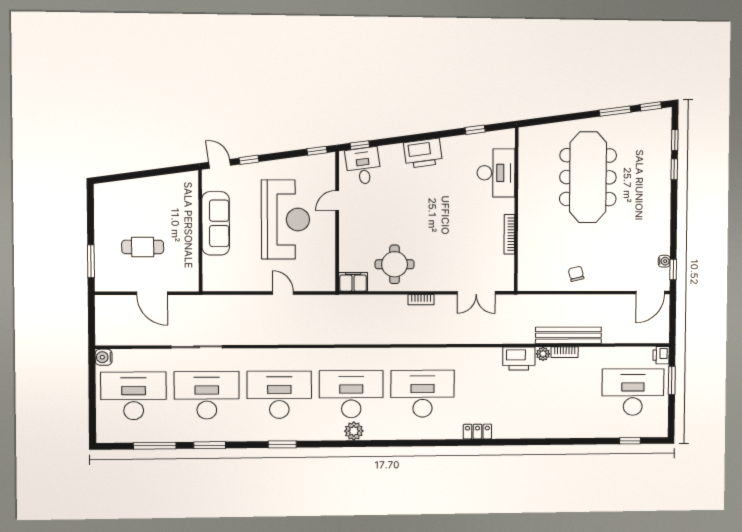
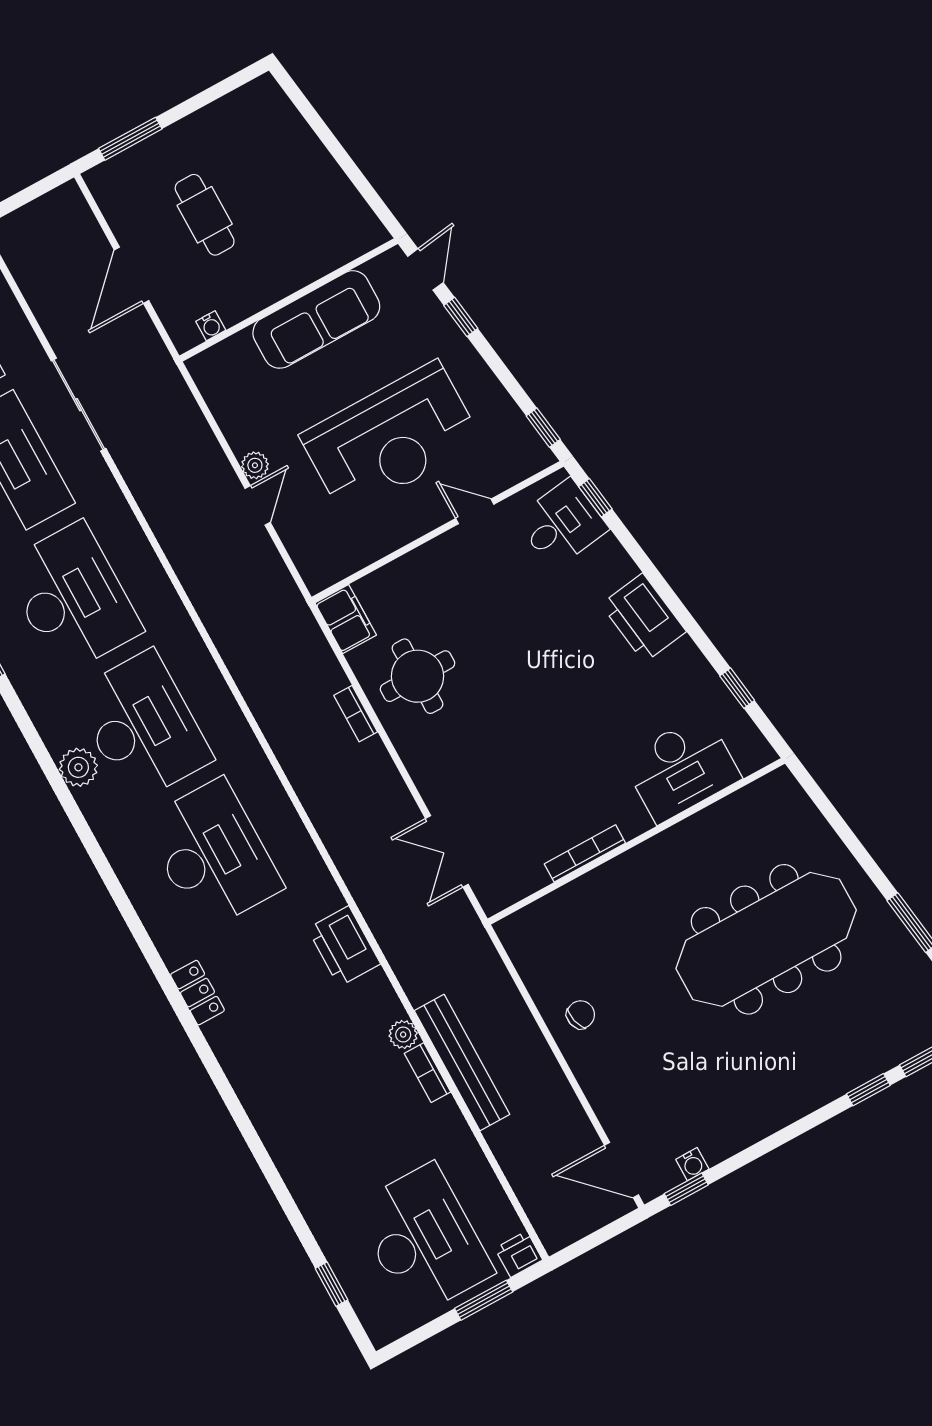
water cooler: (193, 271) -> (211, 326), added
plant: (265, 285) -> (255, 465), added
bookcase: (421, 300) -> (356, 714), moved
printer: (519, 359) -> (344, 946), moved

